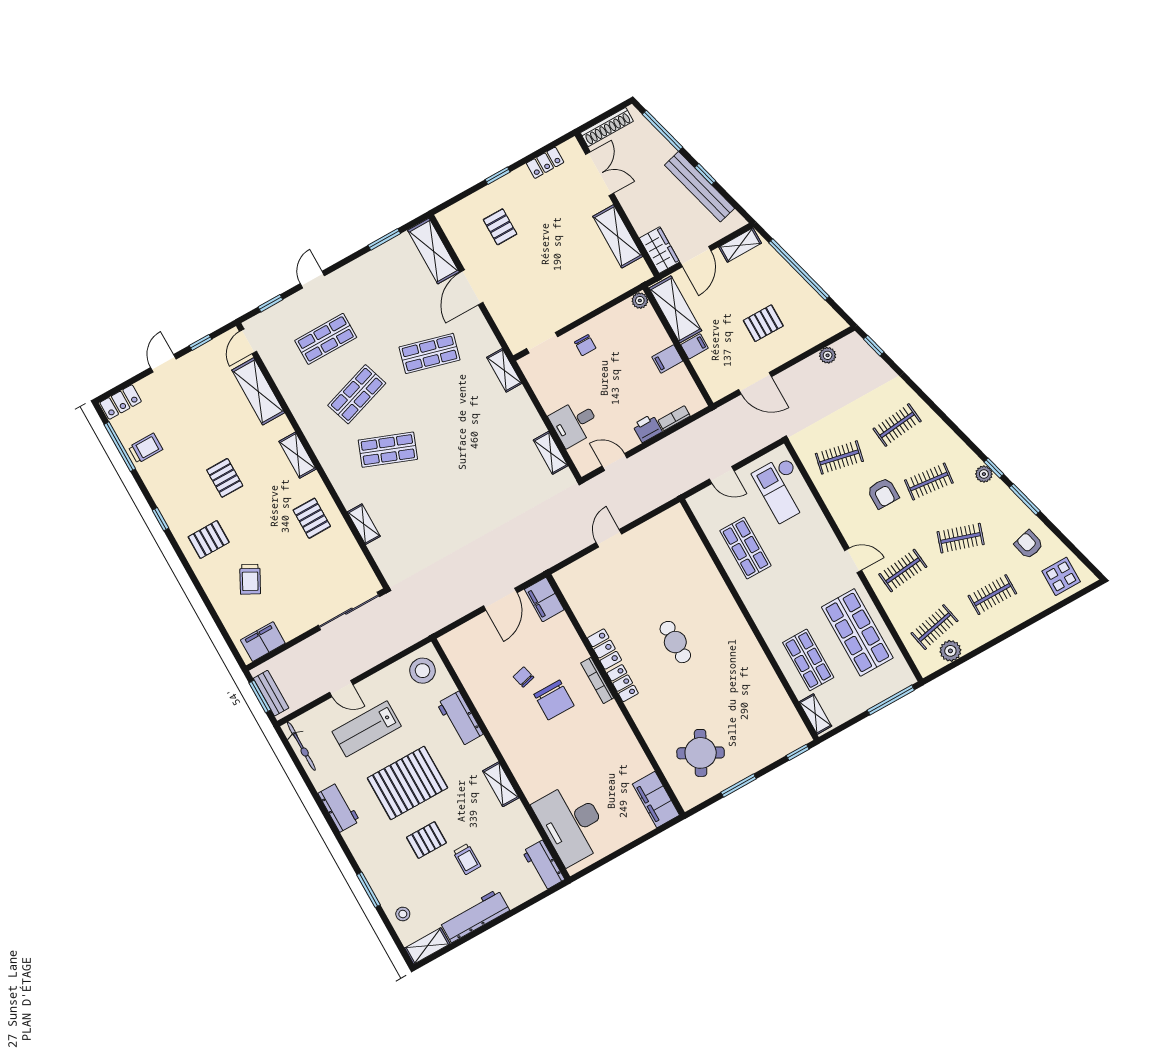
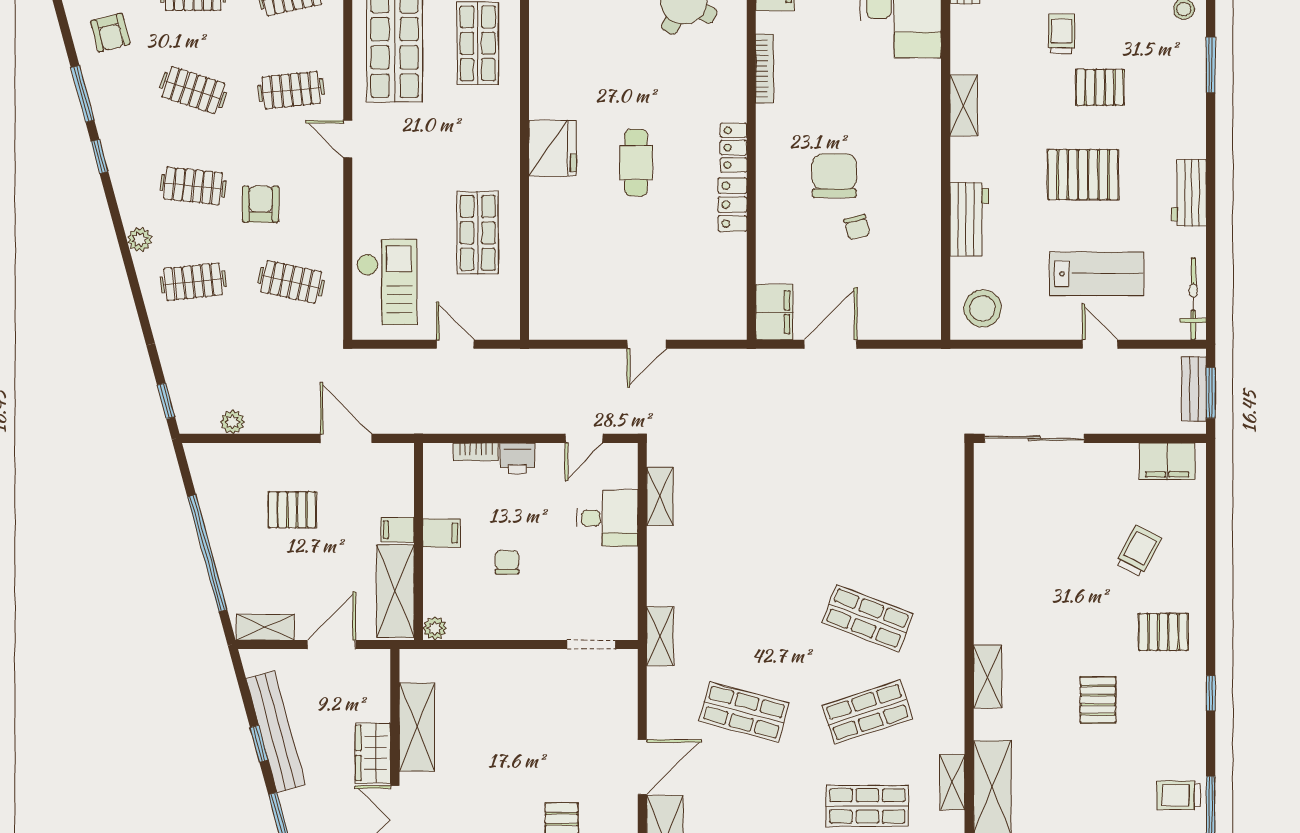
wardrobe: (659, 250) -> (373, 753), moved
chair: (585, 345) -> (507, 562), moved
door: (615, 462) -> (584, 438), hinge flipped
plant: (984, 474) -> (140, 239), moved
pallet: (312, 518) -> (1015, 585), removed
shelving: (364, 524) -> (952, 782), moved
fridge: (729, 623) -> (553, 148), added
bookcase: (597, 680) -> (765, 68), moved
pallet: (407, 783) -> (1083, 175), width x0.73, depth x0.71

